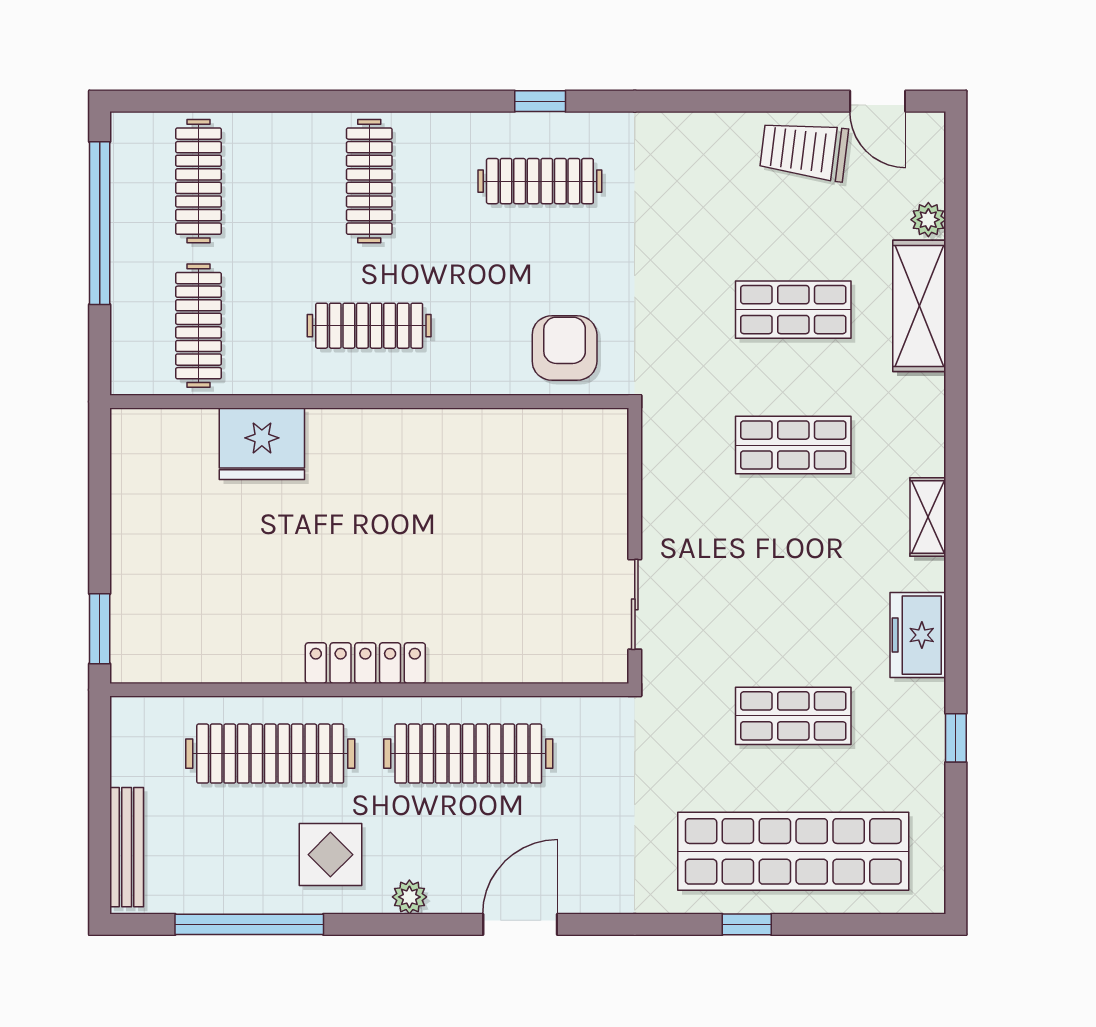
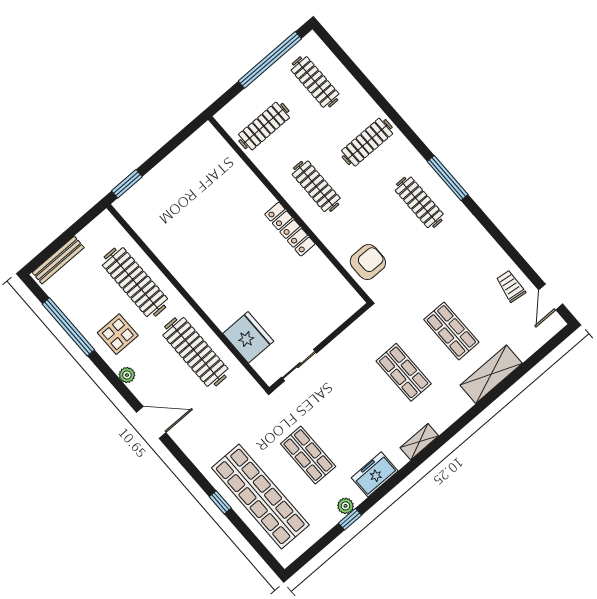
window: (540, 101) -> (448, 178), width x2.17
trolley: (804, 151) -> (511, 286), width x0.73, depth x0.72
clothes rail: (198, 181) -> (315, 82), turned 90
plant: (928, 220) -> (346, 506), moved
fridge: (262, 444) -> (248, 337), moved, turned 180
locker: (365, 663) -> (290, 229), moved, turned 180

